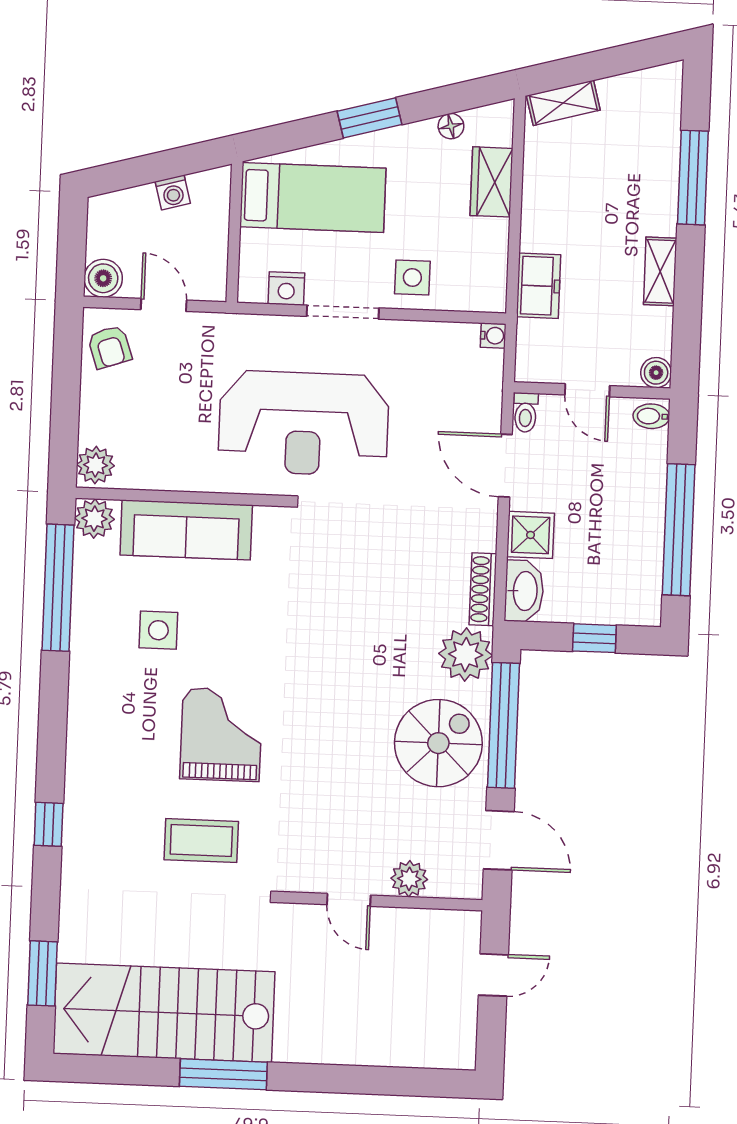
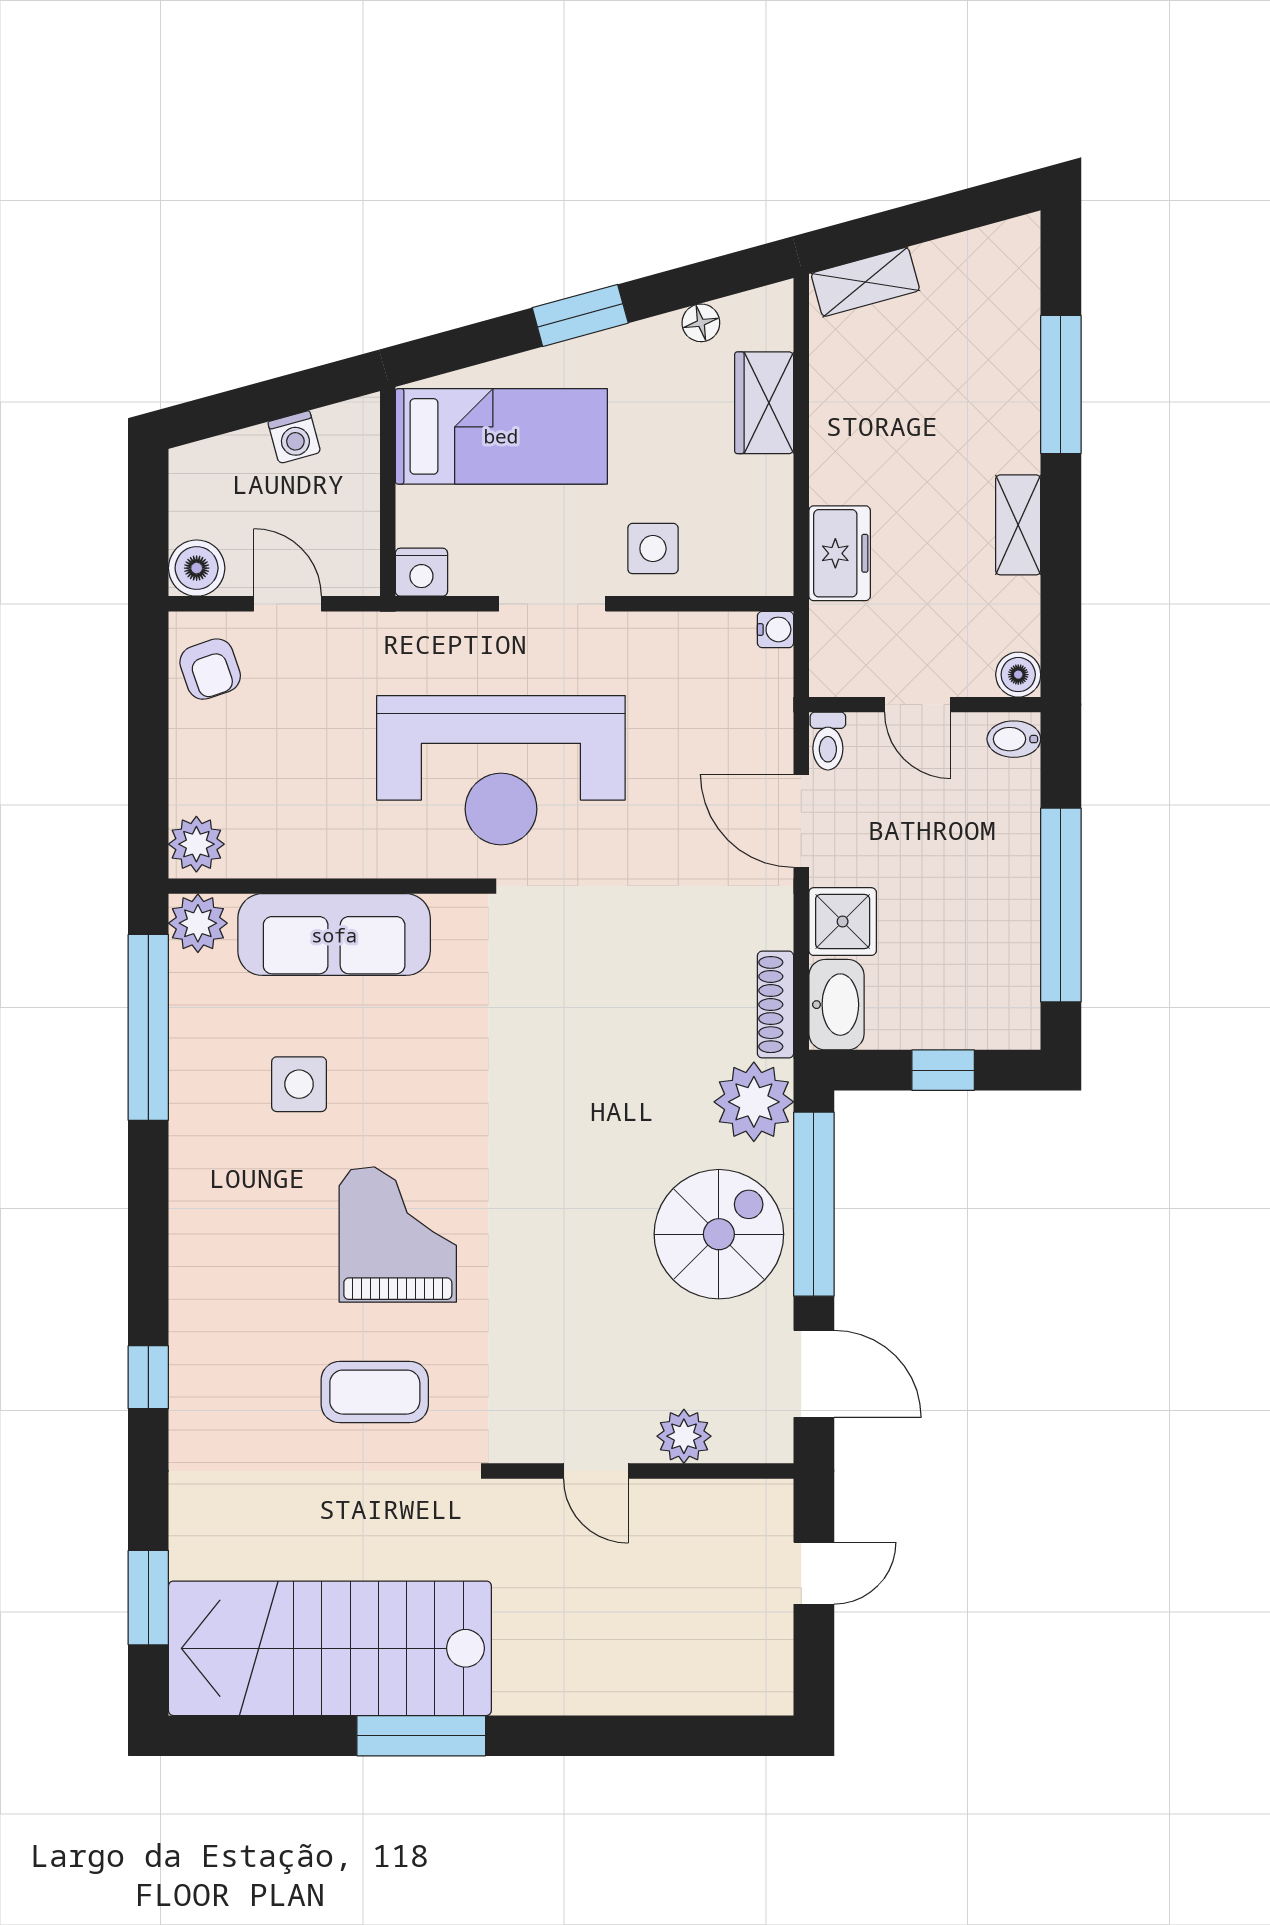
nightstand: (286, 288) -> (421, 572), moved

